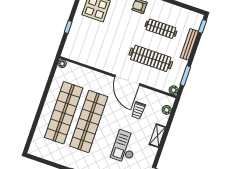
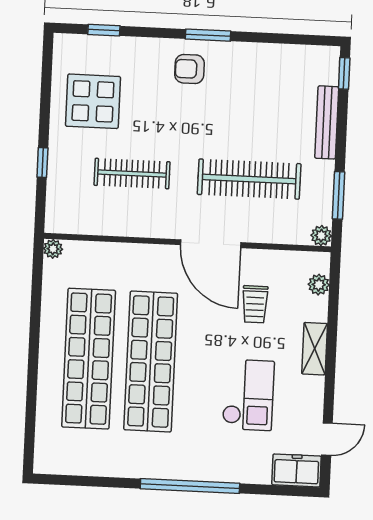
clothes rail: (161, 29) -> (132, 174), moved
checkout: (125, 147) -> (248, 395), turned 180

